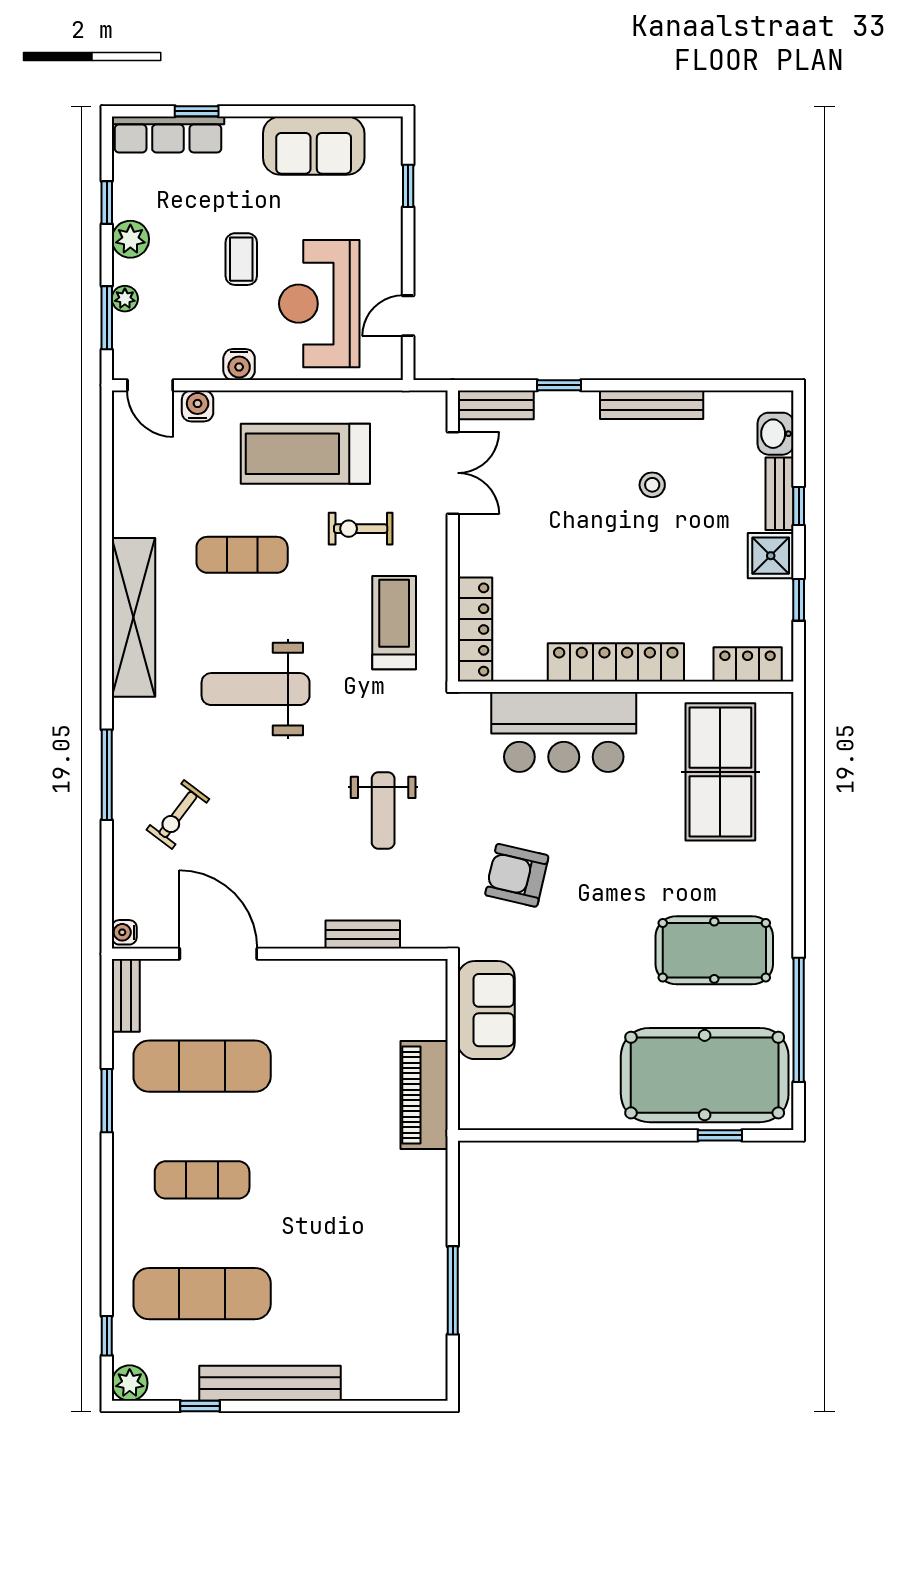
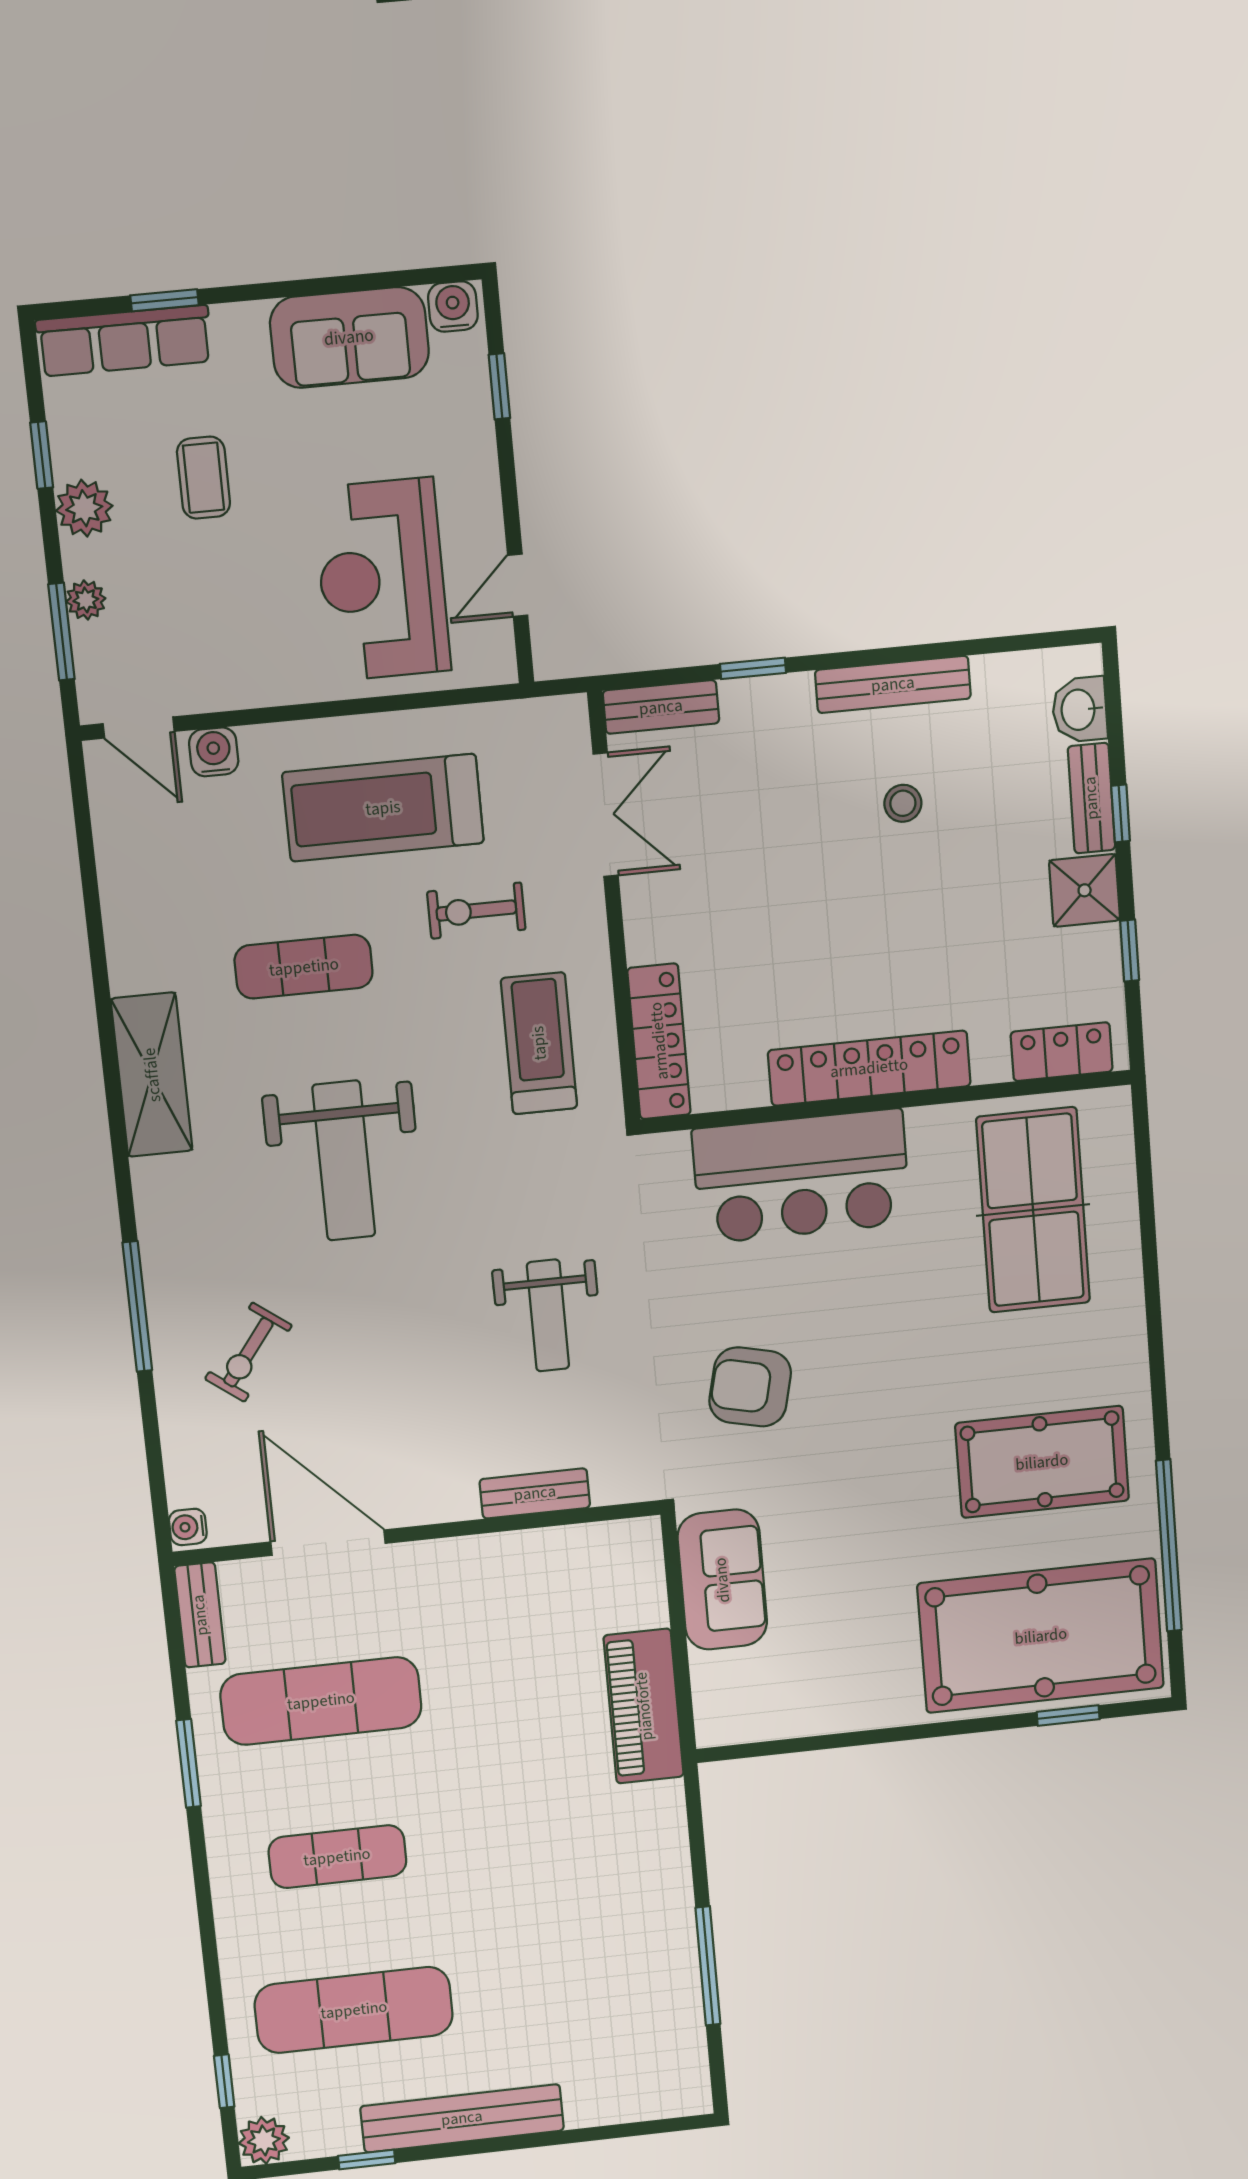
coffee table: (241, 259) -> (203, 478), moved
water cooler: (239, 364) -> (453, 306), moved, turned 180
shelving: (134, 617) -> (152, 1075), width x0.68
weight bench: (256, 689) -> (344, 1161), turned -90

